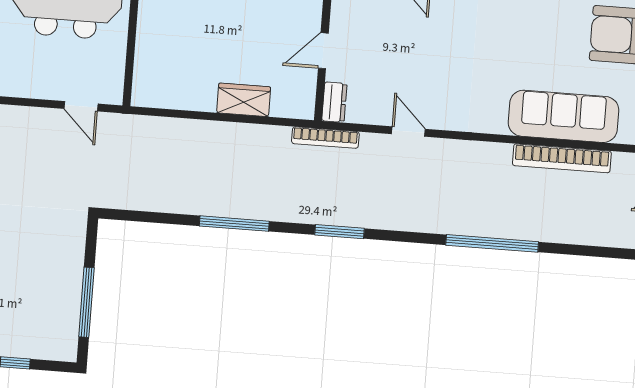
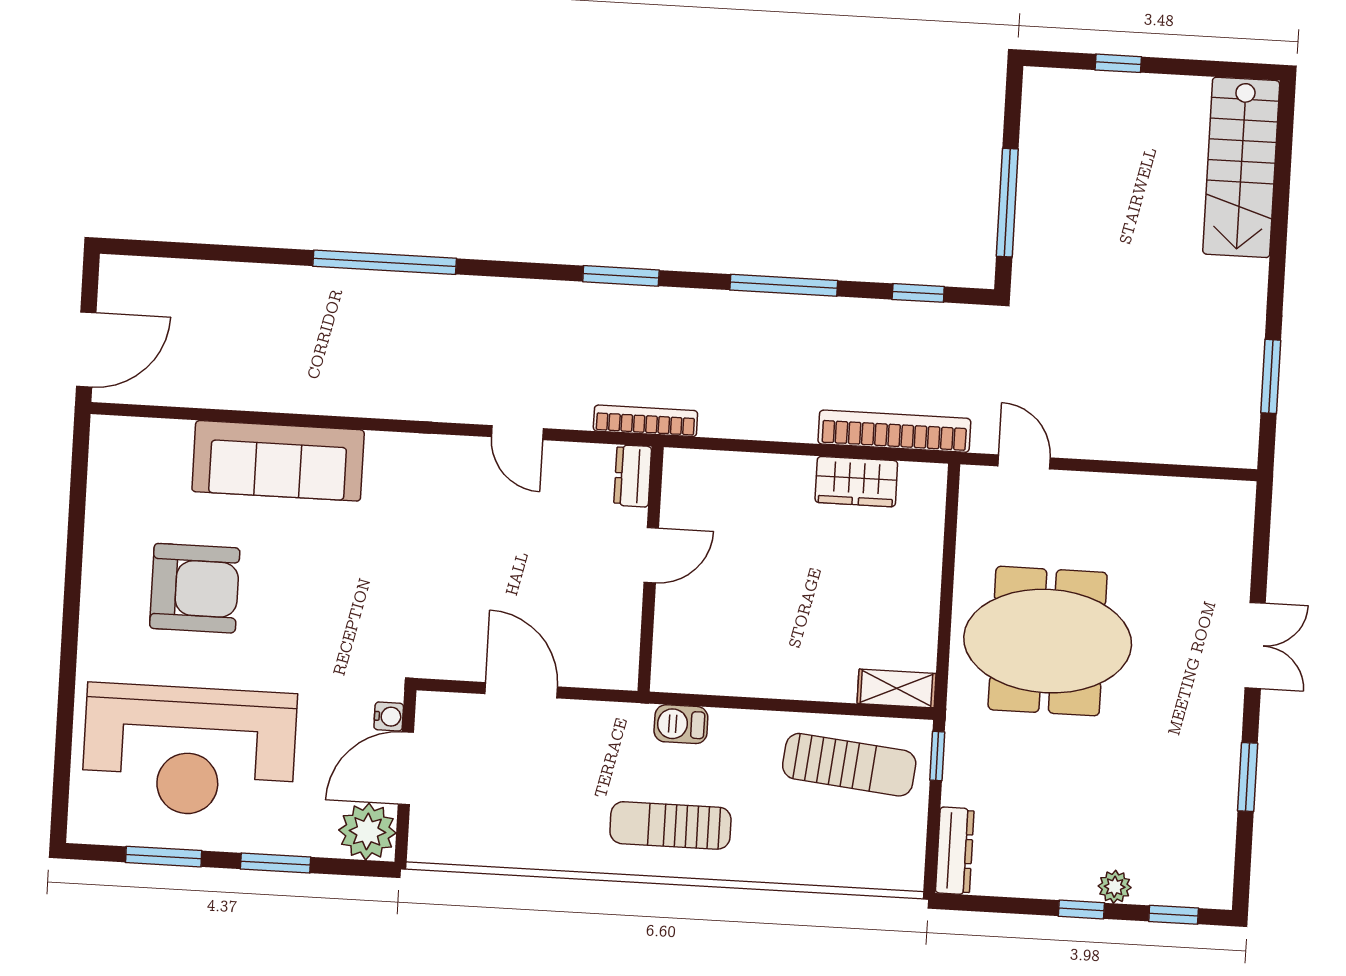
wardrobe: (244, 100) -> (856, 482), moved
bookcase: (562, 158) -> (894, 431), moved
window: (147, 217) -> (918, 293), added
window: (86, 302) -> (1007, 203), moved

